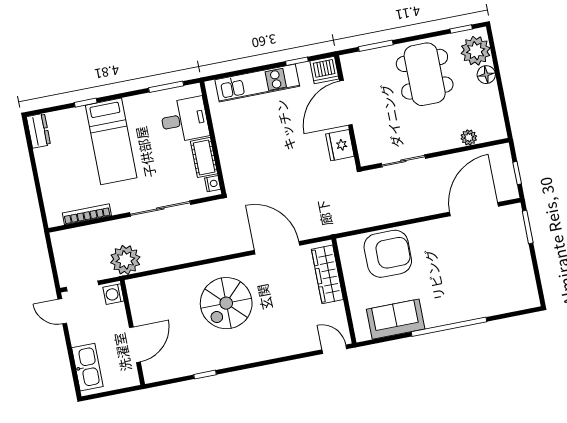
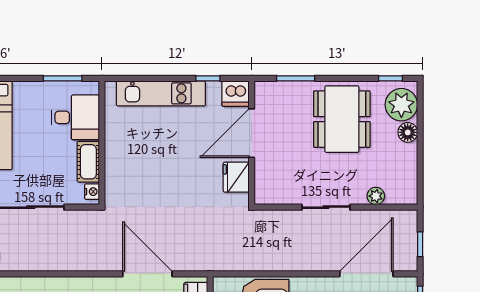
sliding door: (403, 161) -> (326, 207), moved

